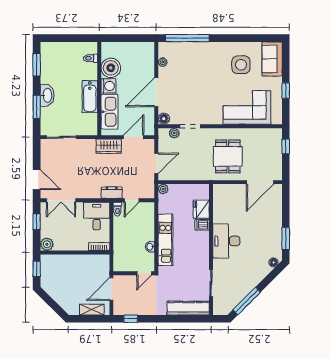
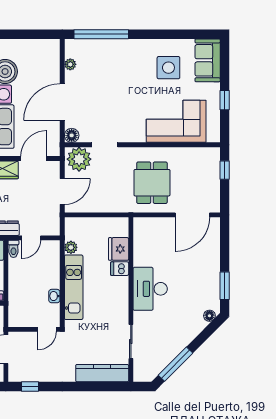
plant: (174, 133) -> (79, 159), width x1.88, depth x1.88
plant: (163, 189) -> (71, 247), moved

